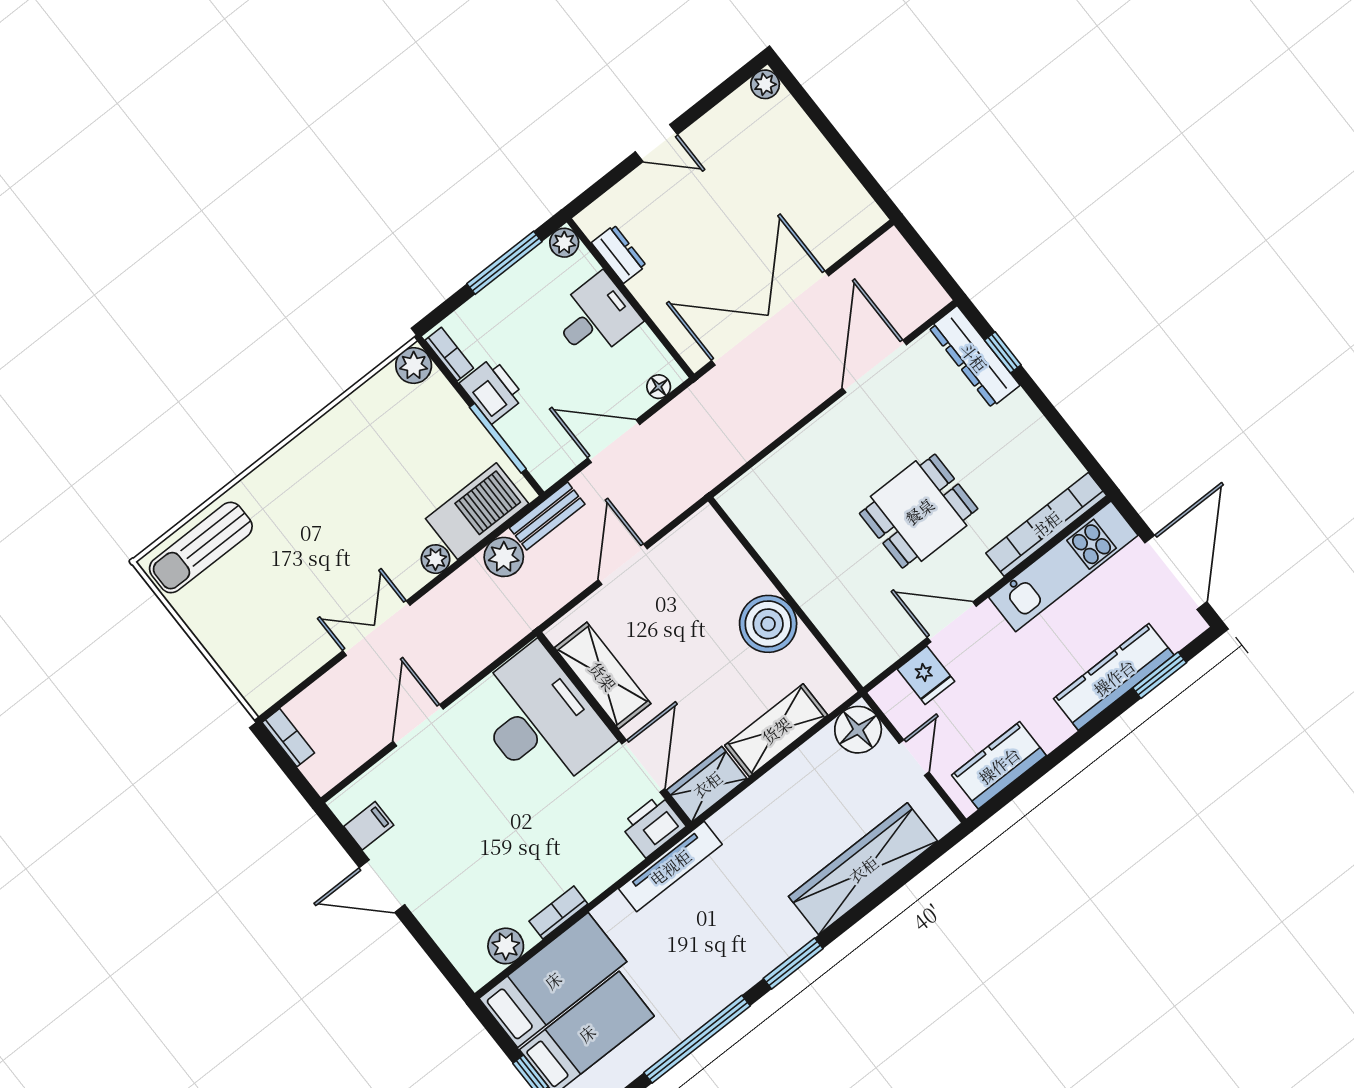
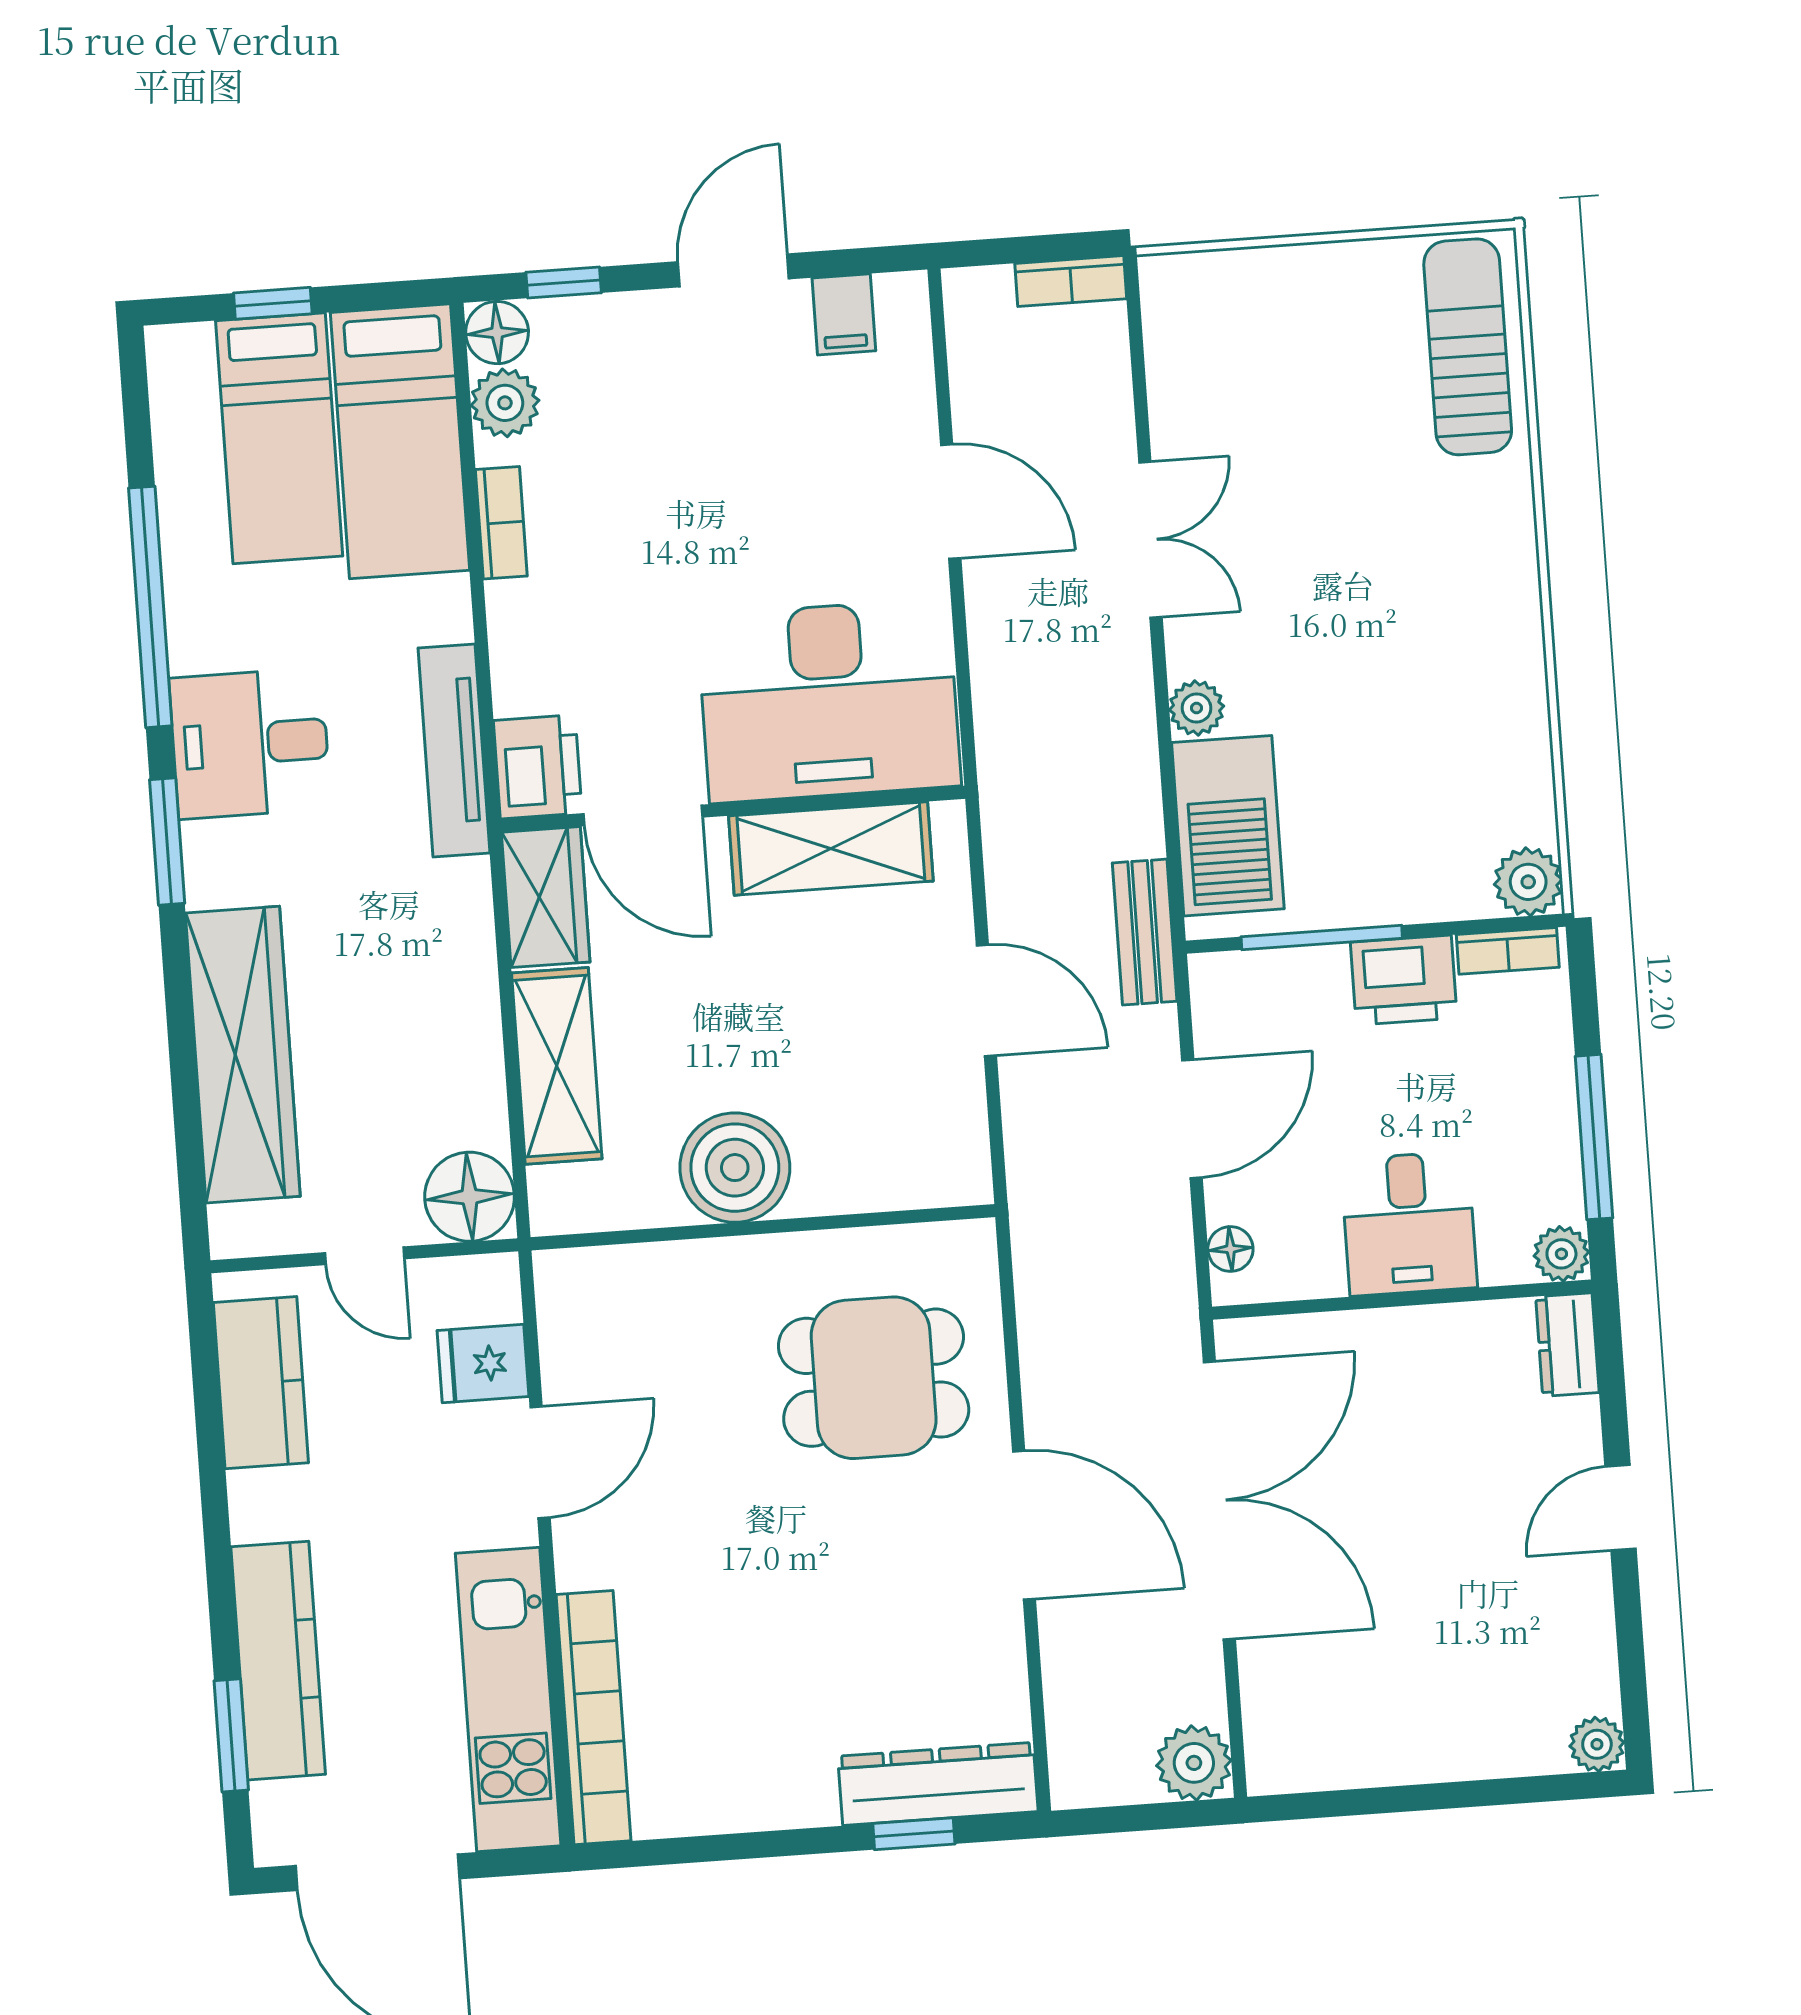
dresser: (619, 254) -> (1567, 1345), moved, turned 90
door: (874, 366) -> (1024, 1525), moved
dining table: (919, 511) -> (874, 1378), moved, turned 90
plant: (504, 557) -> (1194, 1763), moved
window: (437, 956) -> (564, 282), added
desk: (727, 956) -> (250, 743), added
floor lamp: (478, 970) -> (497, 333), added

